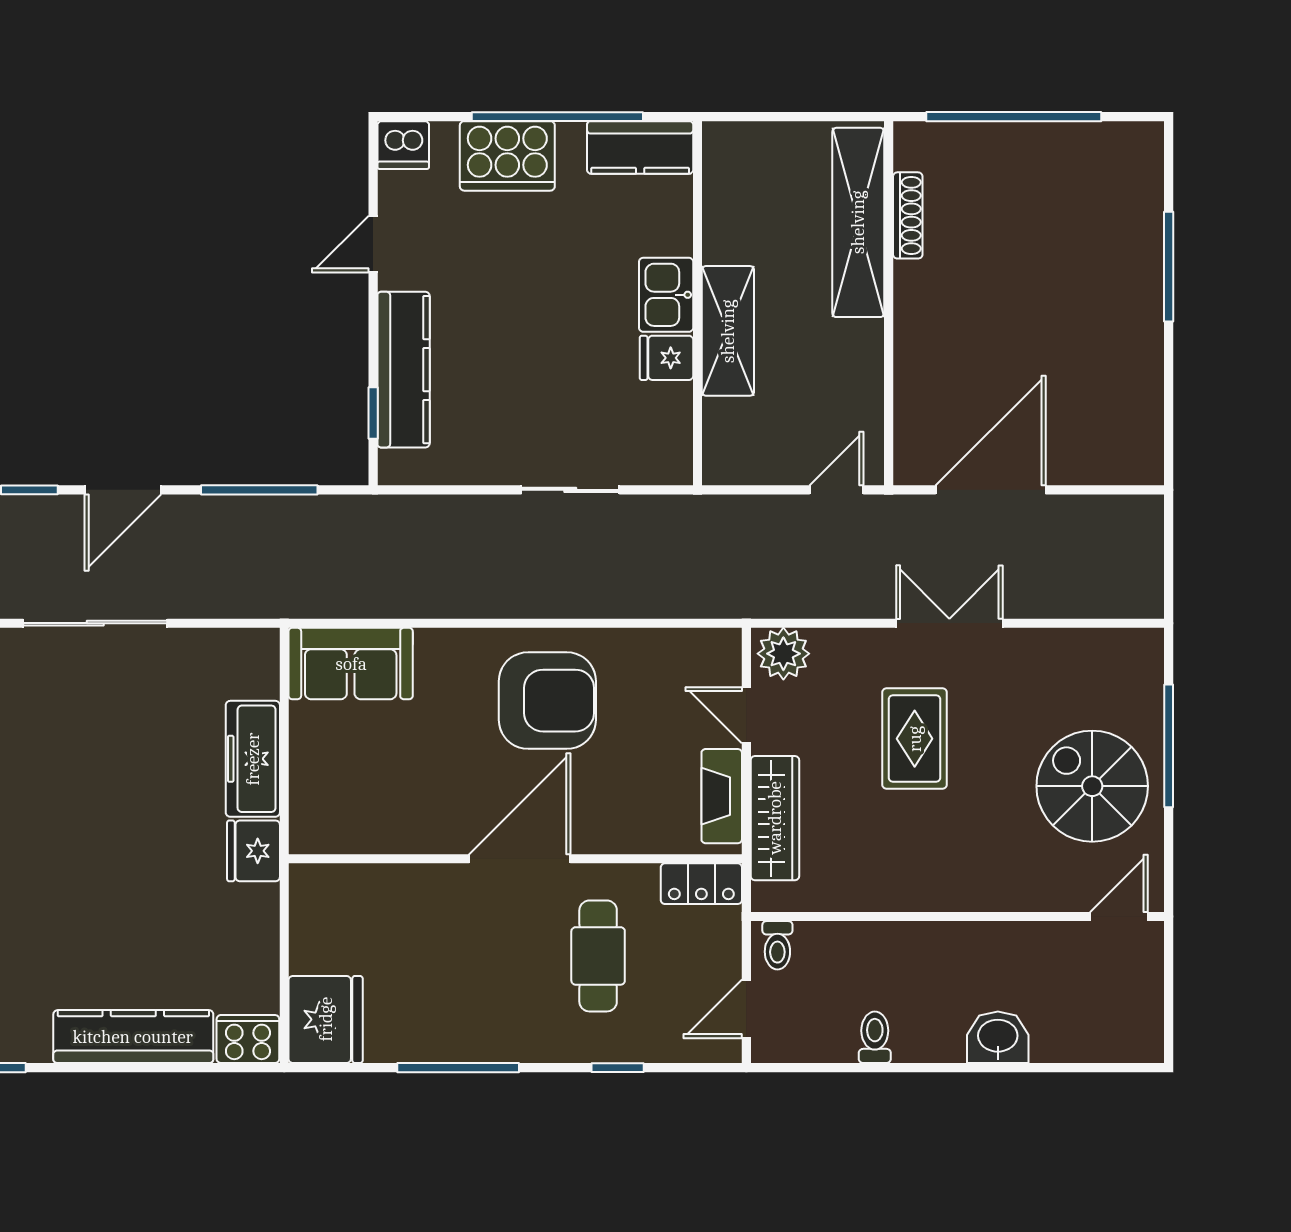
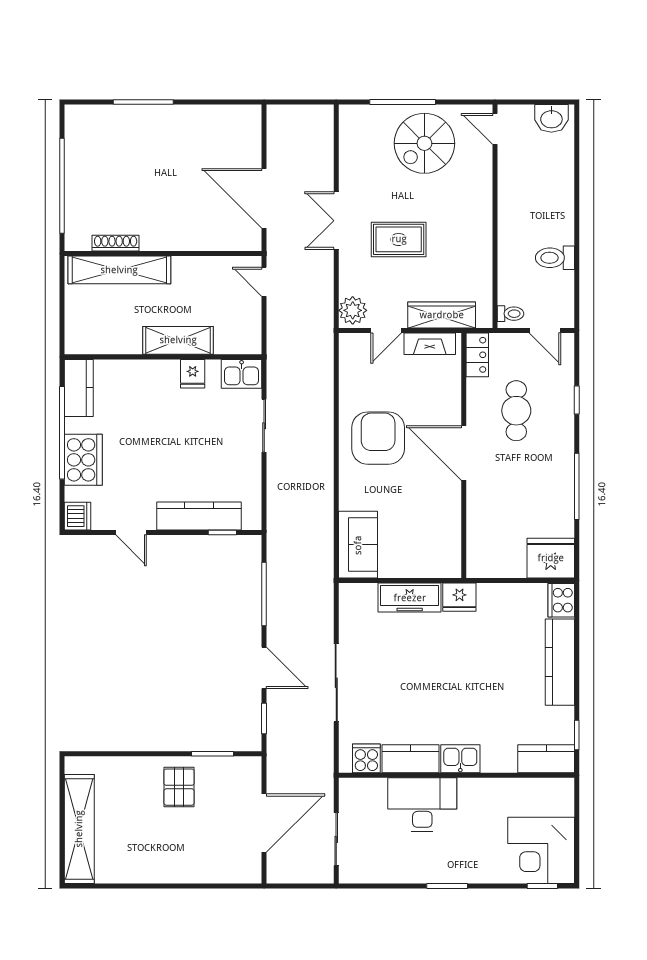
kitchen sink: (666, 295) -> (242, 374), moved
cafe table: (598, 956) -> (516, 411), turned 90
toilet: (875, 1037) -> (555, 258), width x1.37, depth x1.39
washbasin: (998, 1037) -> (551, 118), moved, turned -90

